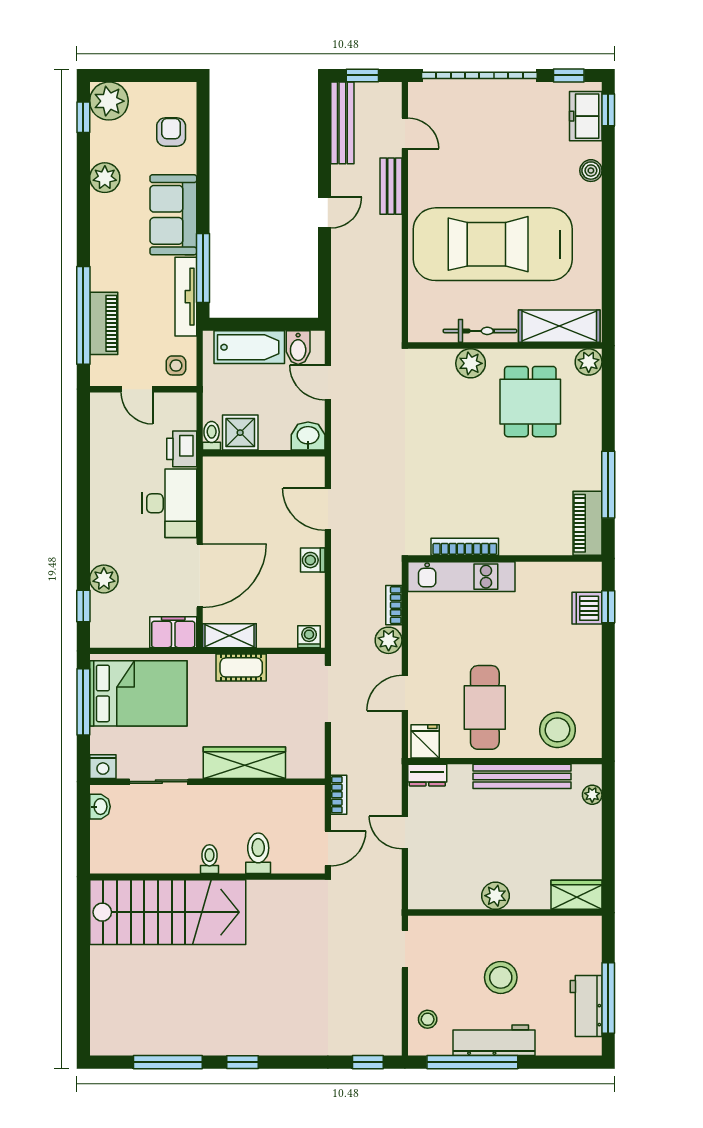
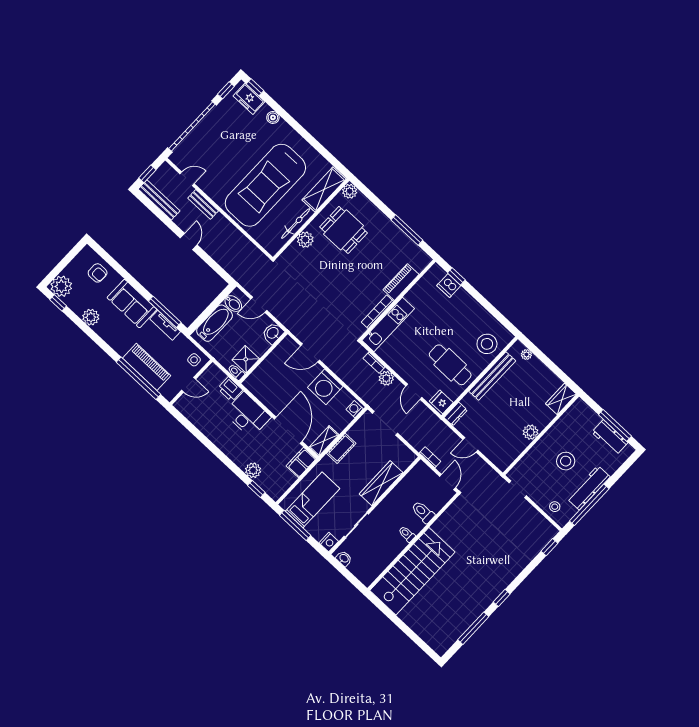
armchair: (171, 132) -> (98, 273), turned 180
tv unit: (186, 297) -> (165, 325), width x0.71
piano: (104, 323) -> (147, 367), width x1.37, depth x1.33
piano: (587, 523) -> (401, 282), moved, turned 90
washing machine: (313, 560) -> (325, 387), width x1.89, depth x1.89
bed: (138, 693) -> (313, 500), width x0.67

